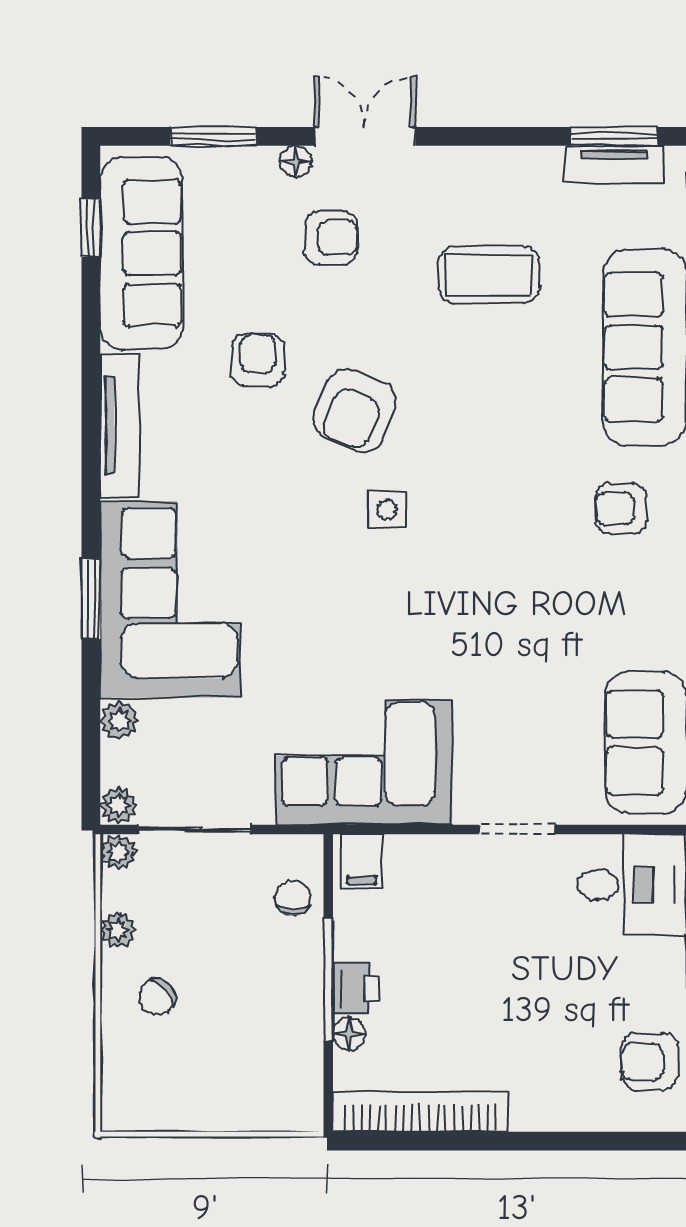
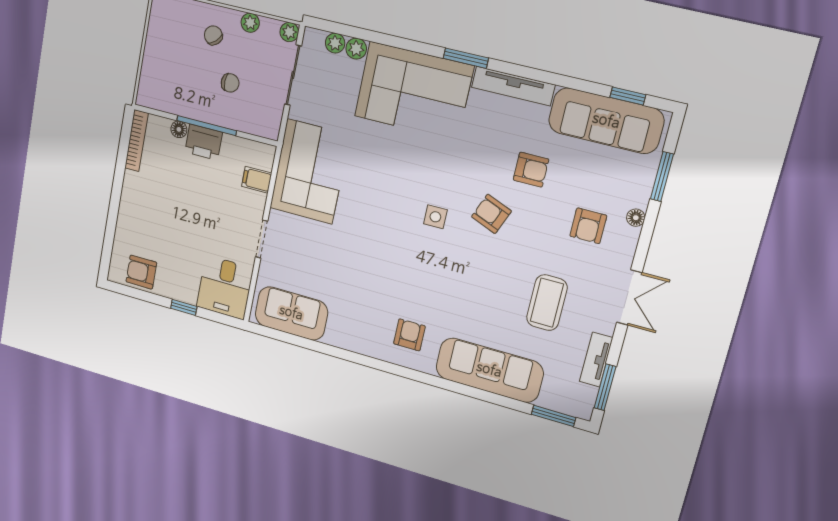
double door: (365, 136) -> (629, 298), moved
tv unit: (614, 164) -> (596, 360), moved
armchair: (355, 411) -> (491, 214), width x0.72, depth x0.72
window: (91, 599) -> (466, 58), moved
plant: (119, 805) -> (335, 43), moved
filing cabinet: (362, 861) -> (257, 180), moved
chair: (293, 898) -> (230, 83), moved
printer: (356, 989) -> (204, 142), width x1.36, depth x1.24
armchair: (649, 1062) -> (141, 272), turned -90
bookcase: (421, 1112) -> (136, 141), width x0.68, depth x0.76

